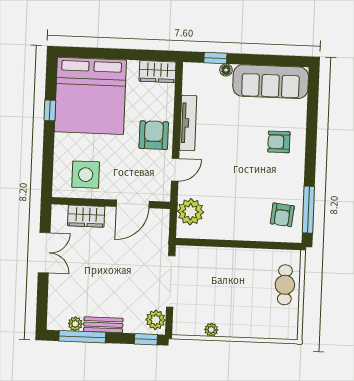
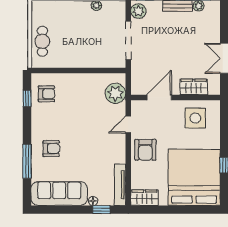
tv unit: (188, 123) -> (120, 185), moved
window: (312, 126) -> (27, 161), added
window: (308, 210) -> (27, 99), width x0.46
armchair: (282, 215) -> (46, 94), turned 84

